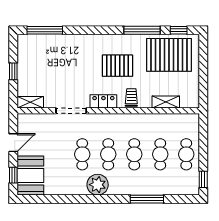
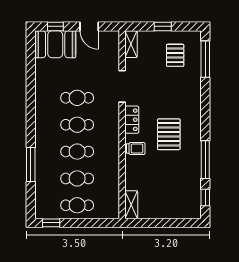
pallet: (169, 55) -> (175, 55), moved, width x0.49, depth x0.50
shelving: (166, 102) -> (131, 205), moved
plant: (98, 185) -> (46, 114), removed

